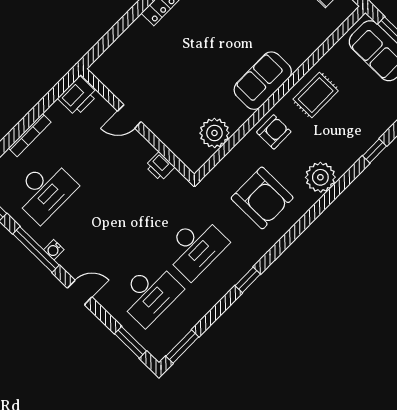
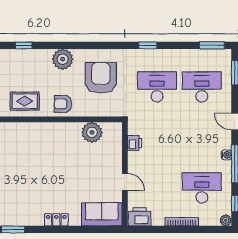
sofa: (263, 81) -> (102, 214), moved, turned 180

